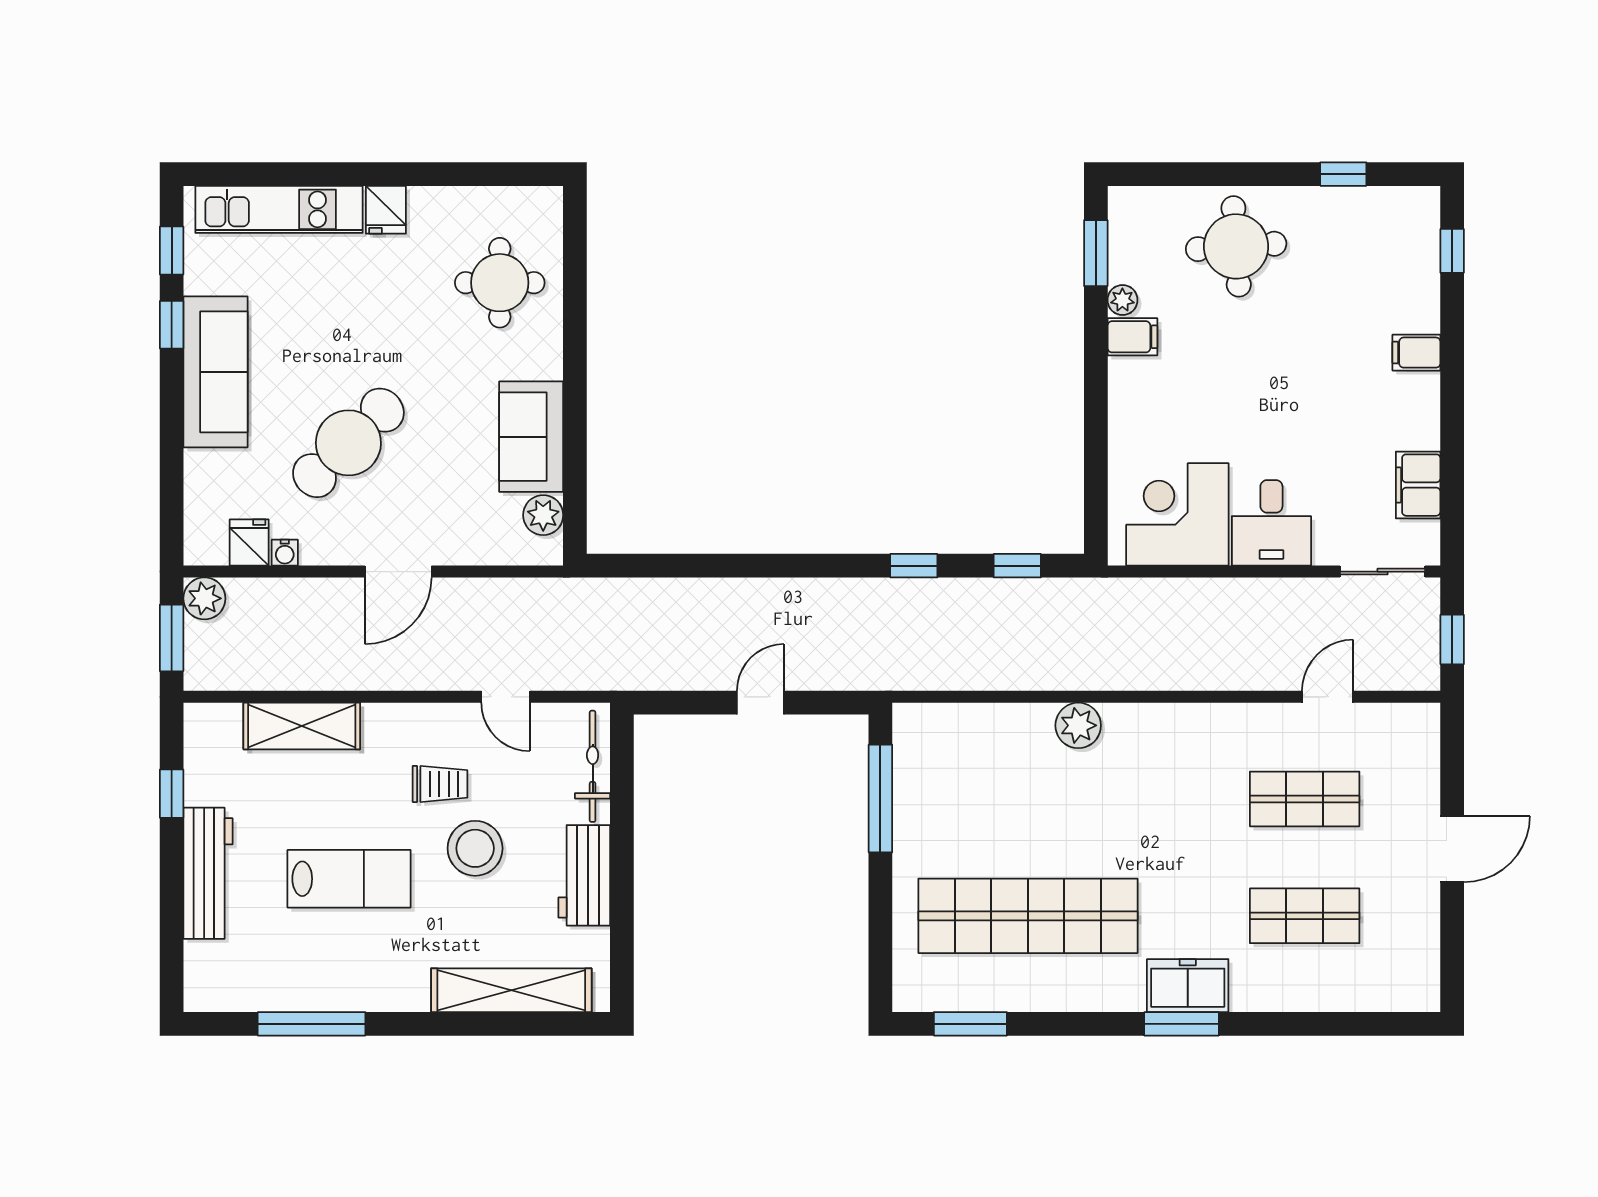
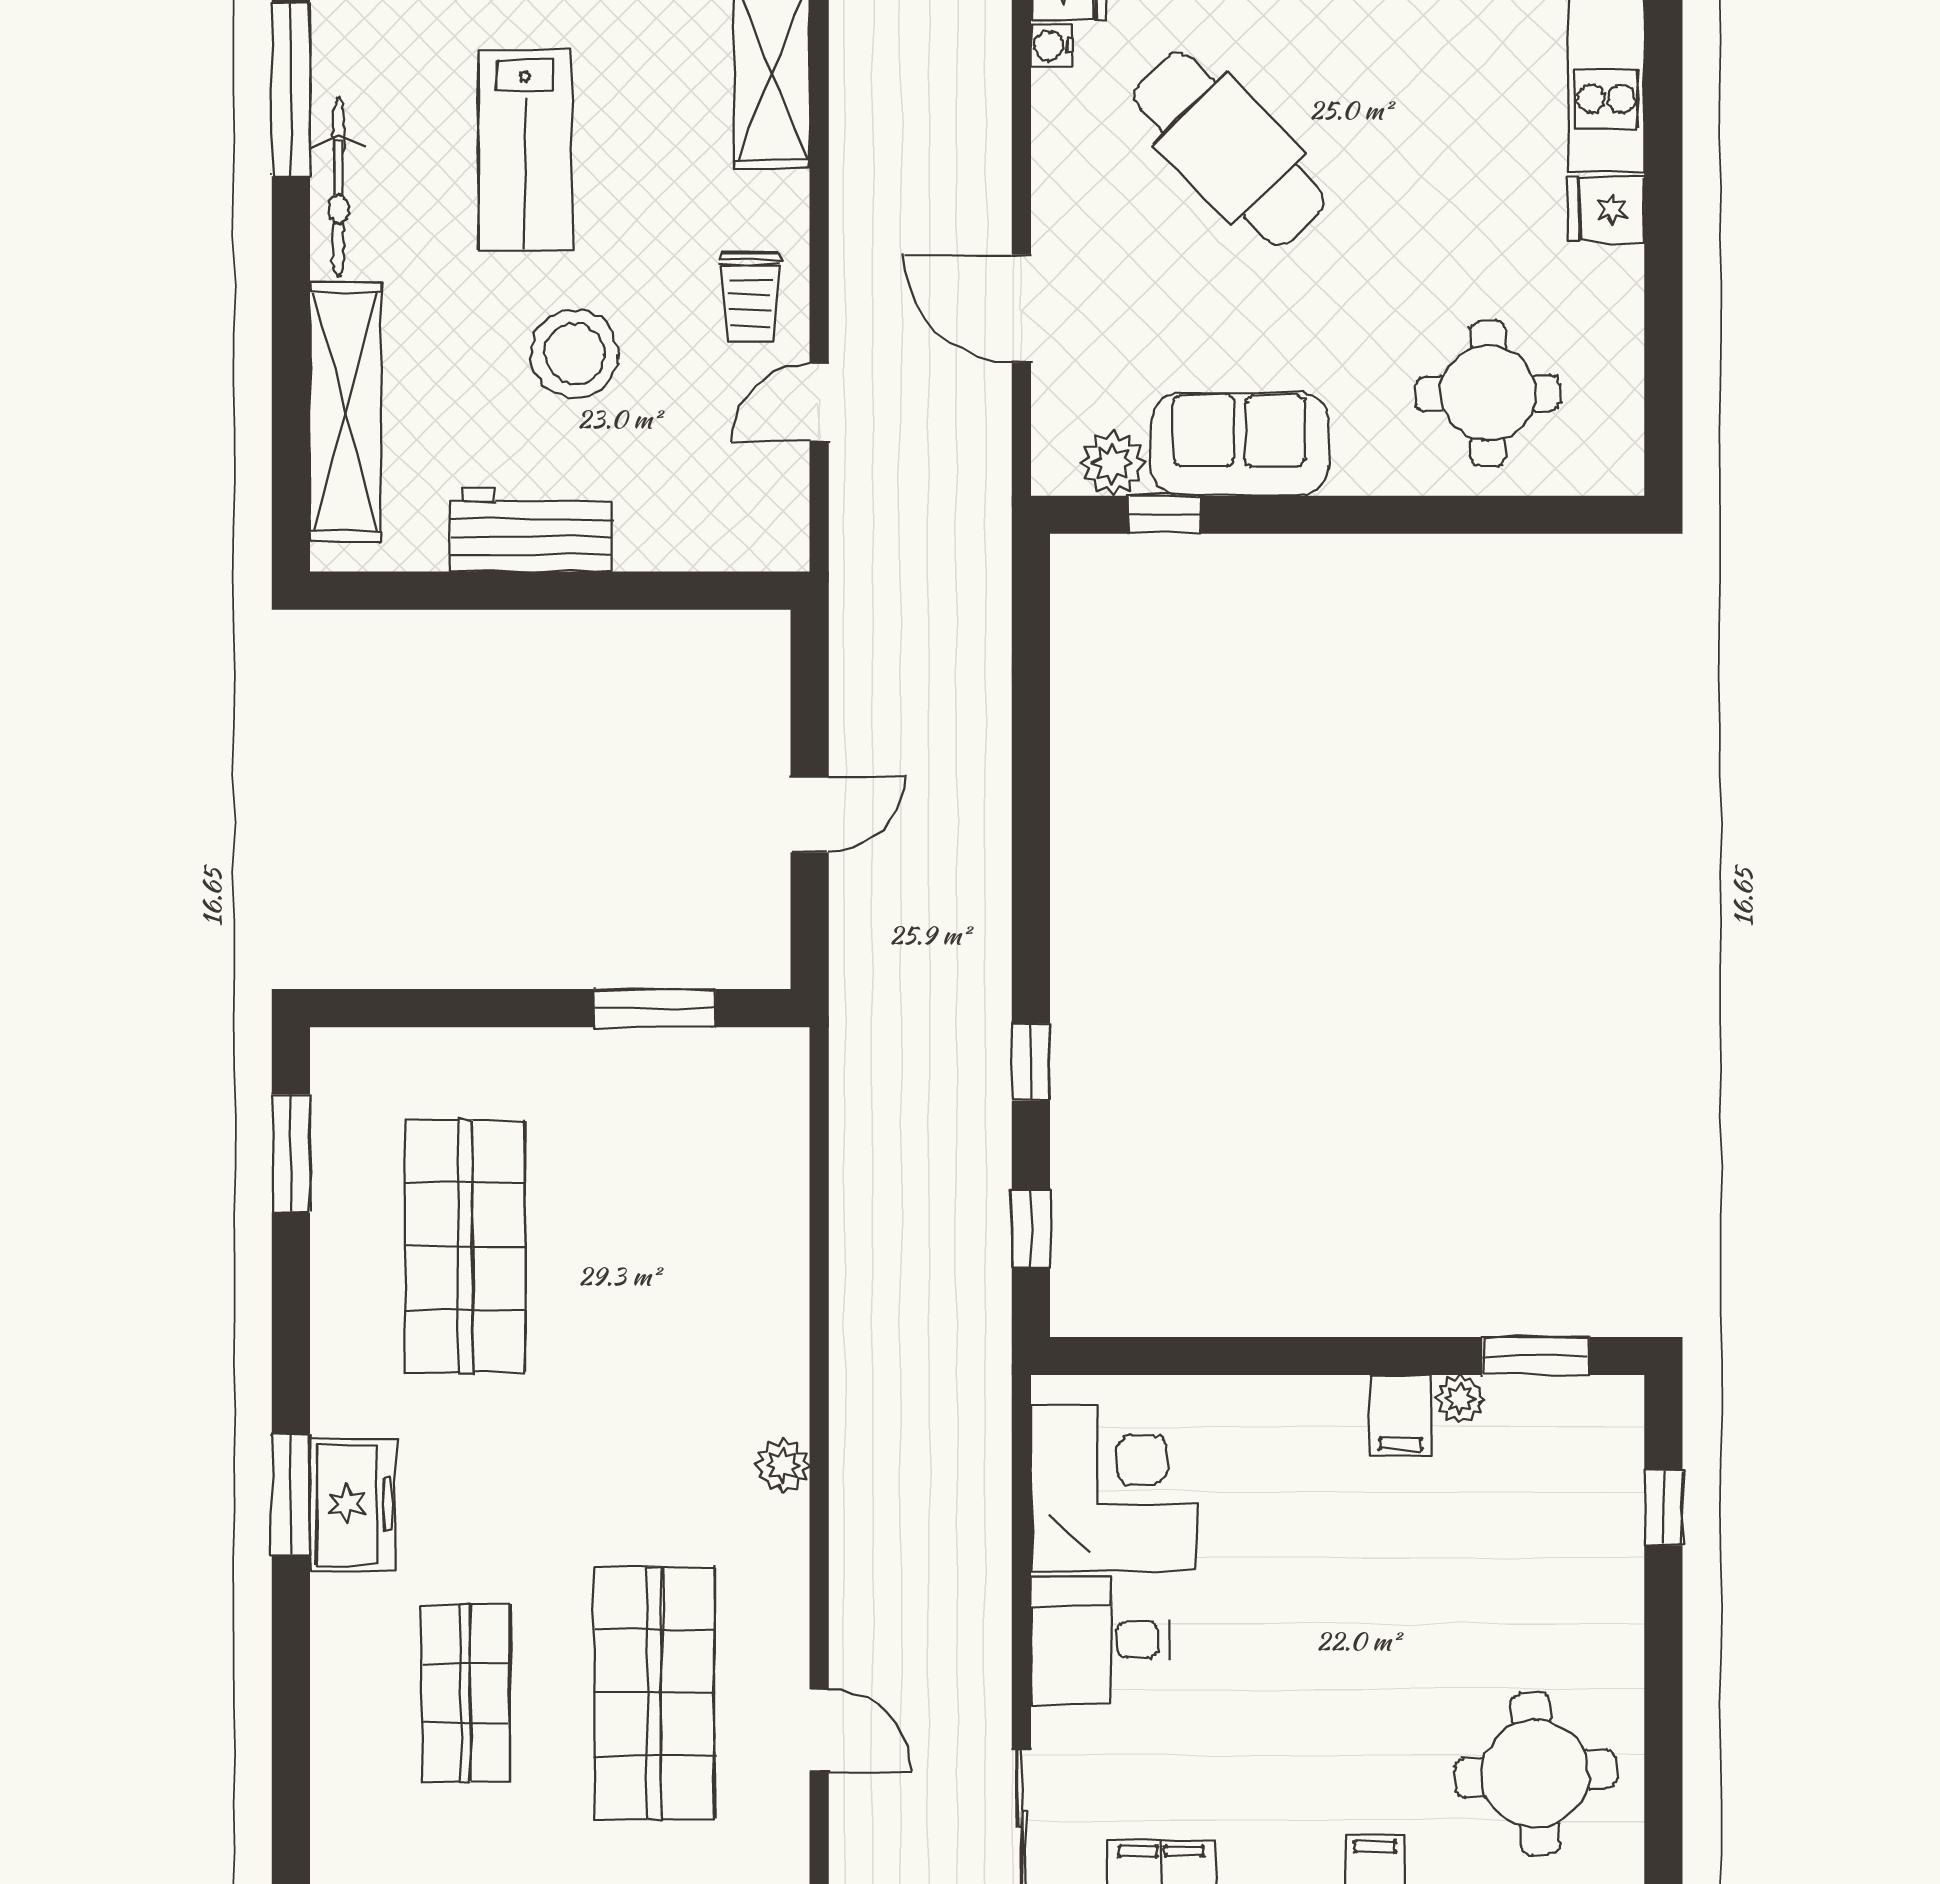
window: (1343, 174) -> (1663, 1508), moved
round table: (1236, 246) -> (1535, 1774), moved
window: (575, 483) -> (1164, 515), added
door: (398, 572) -> (1021, 308), moved
door: (760, 703) -> (810, 814), hinge flipped
plant: (1078, 725) -> (783, 1466), moved, width x0.73, depth x0.73
bicycle: (593, 766) -> (338, 187), moved, turned 90
trolley: (440, 784) -> (750, 297), moved
window: (880, 799) -> (655, 1008), width x0.69
shop shelf: (1305, 799) -> (654, 1693), width x1.43, depth x1.36
shop shelf: (1028, 916) -> (465, 1246), width x0.71

